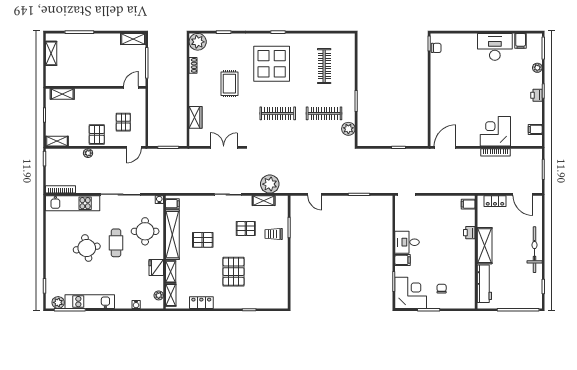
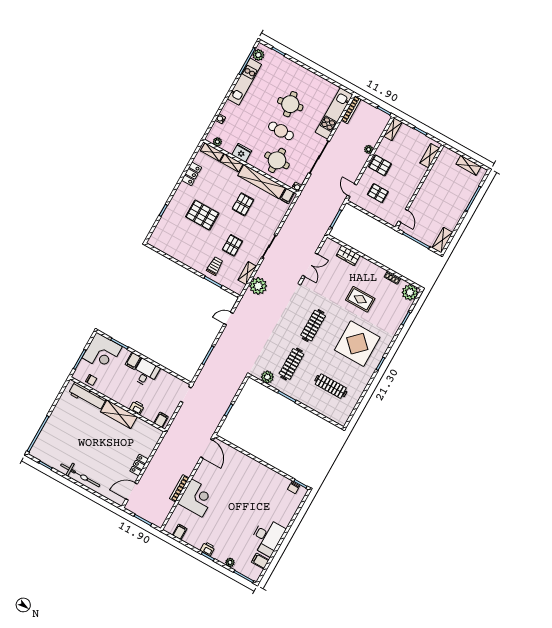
filing cabinet: (468, 204) -> (161, 420), moved
printer: (469, 233) -> (137, 408), moved
shelving: (485, 246) -> (119, 414), moved
wall: (476, 252) -> (117, 404), moved
workbench: (484, 284) -> (87, 396), moved

